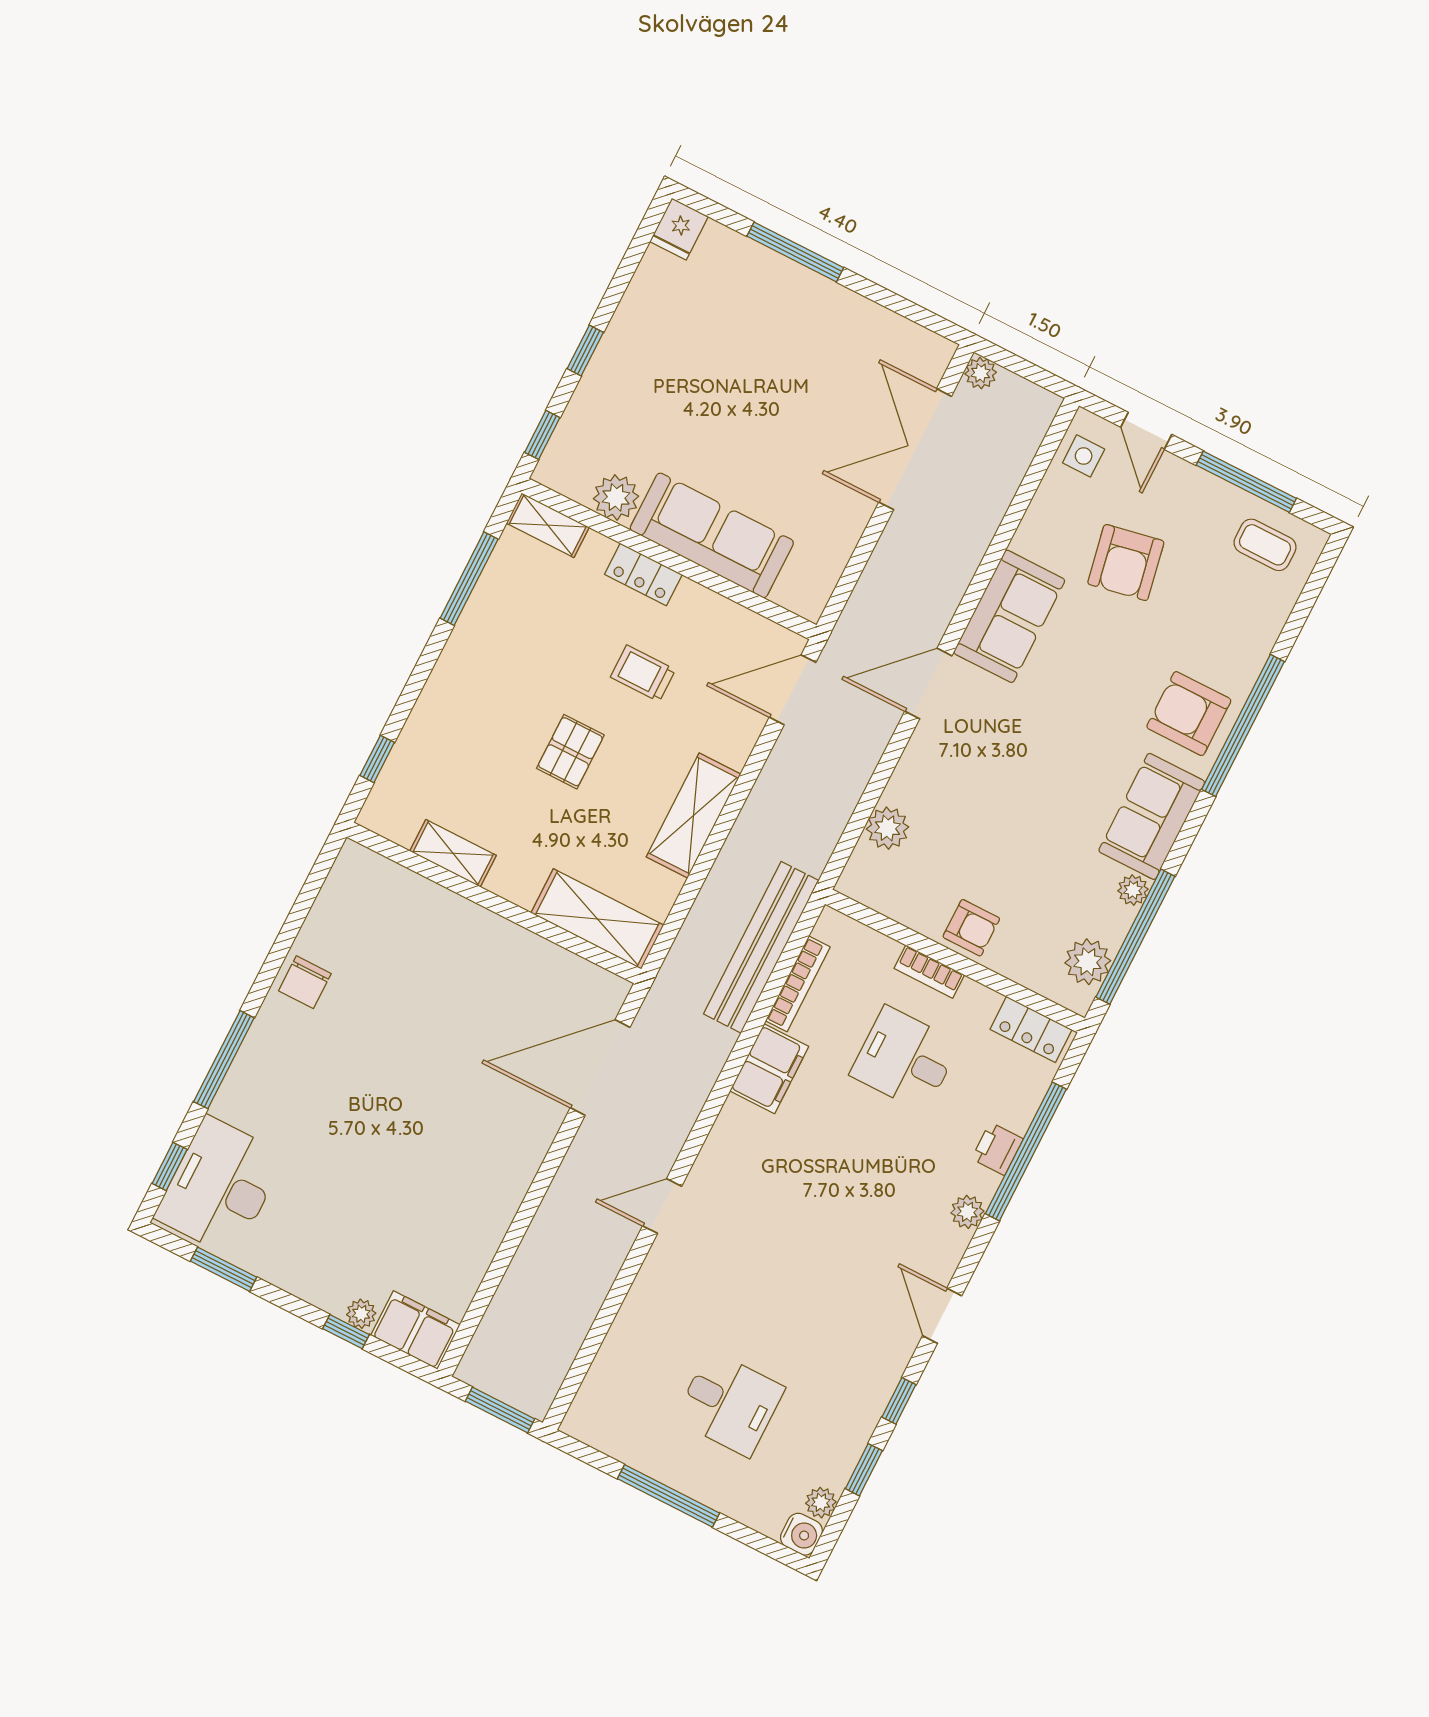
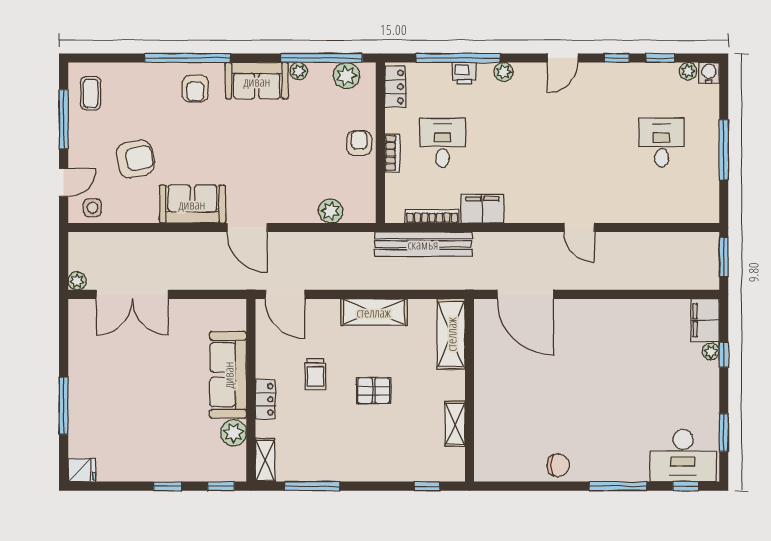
armchair: (1189, 714) -> (195, 88), width x0.72, depth x0.72
desk: (905, 1059) -> (443, 143), turned 180

